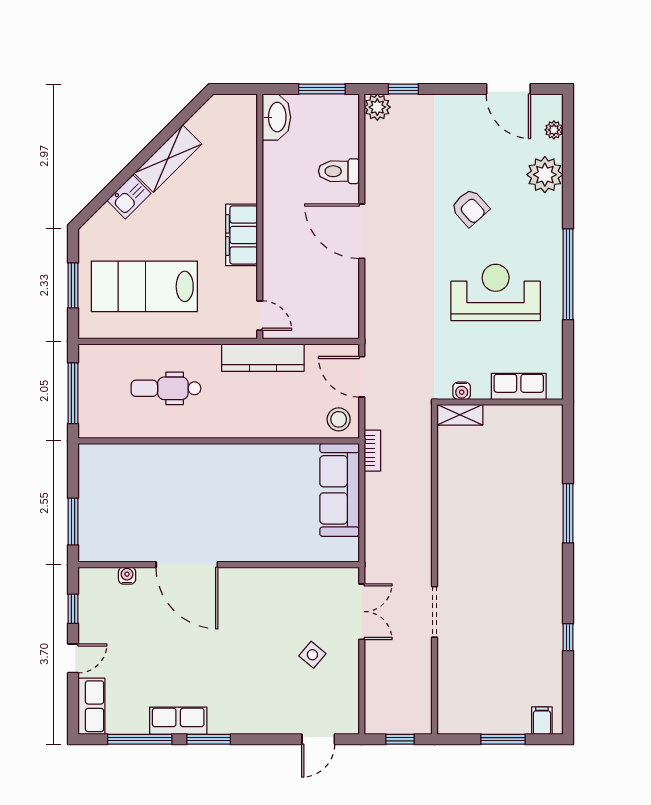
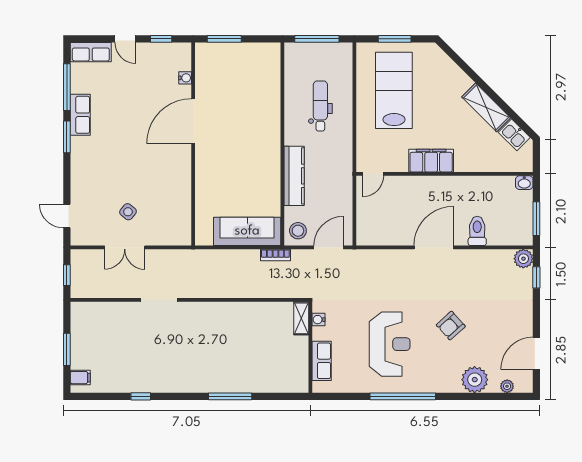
washbasin: (276, 117) -> (524, 183), width x0.52, depth x0.69
kitchen sink: (129, 197) -> (514, 135), moved
kitchen counter: (263, 358) -> (294, 176), moved, turned 180
double door: (362, 612) -> (125, 247), moved

